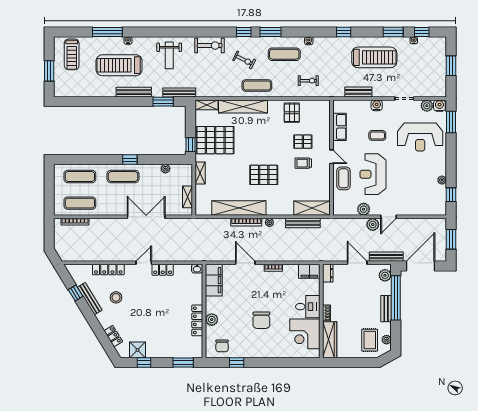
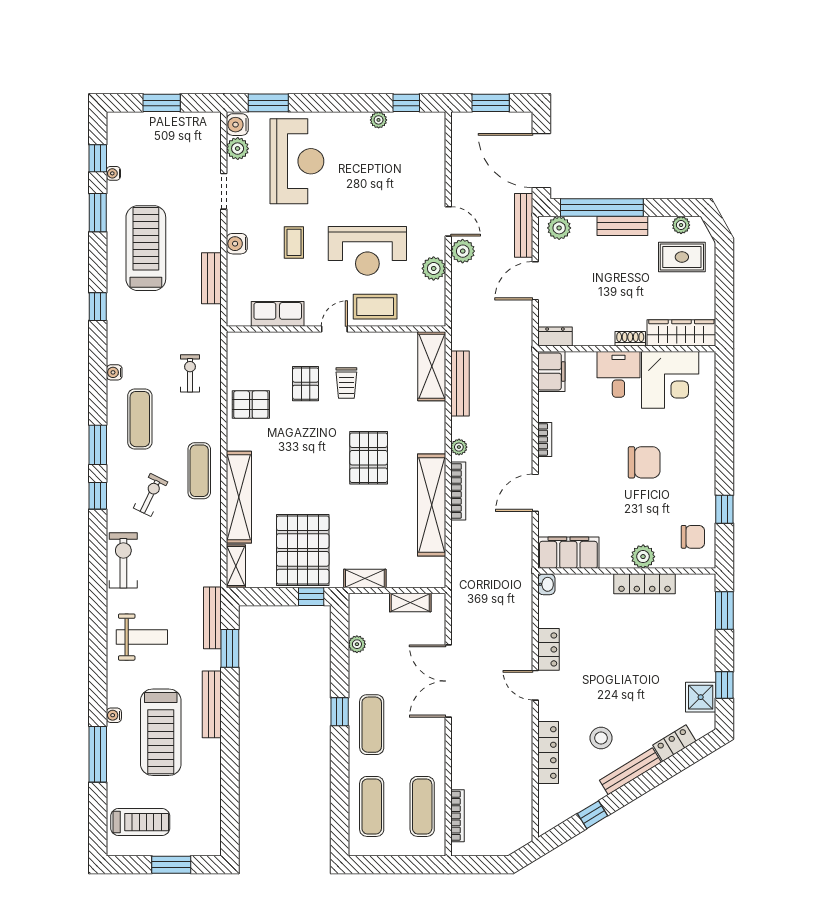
bench: (90, 299) -> (630, 771), moved

